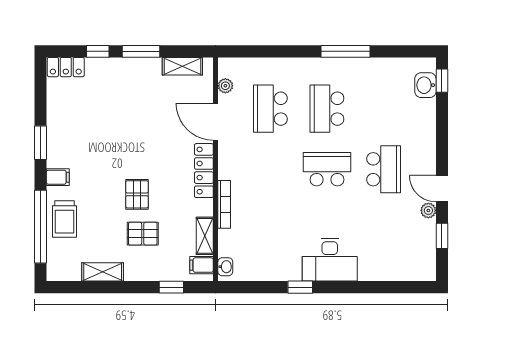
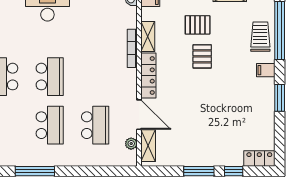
shelving: (182, 66) -> (148, 146), moved, turned 90
school desk: (327, 169) -> (50, 77), turned -90
shelving: (205, 236) -> (148, 37), moved

